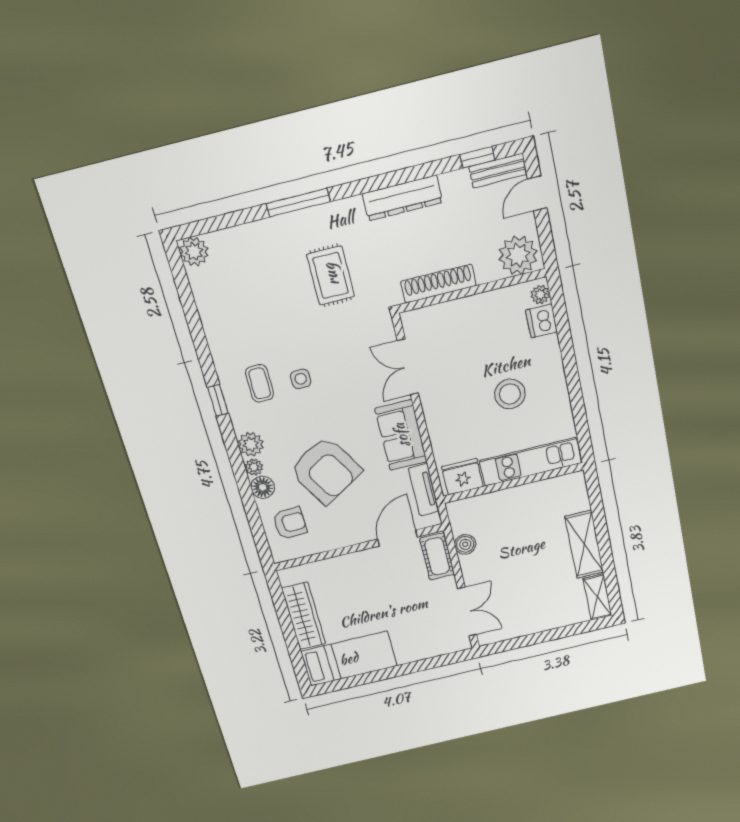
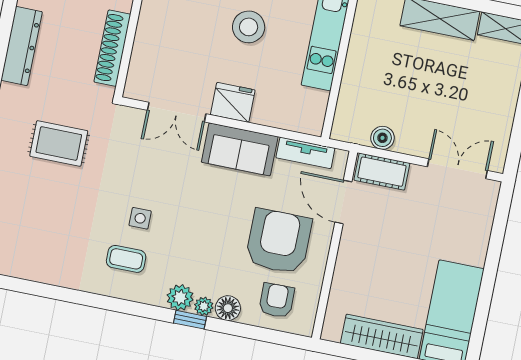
window: (218, 400) -> (190, 320), moved
armchair: (326, 470) -> (279, 241), moved, turned -59
fridge: (462, 477) -> (233, 102), moved, turned 90

